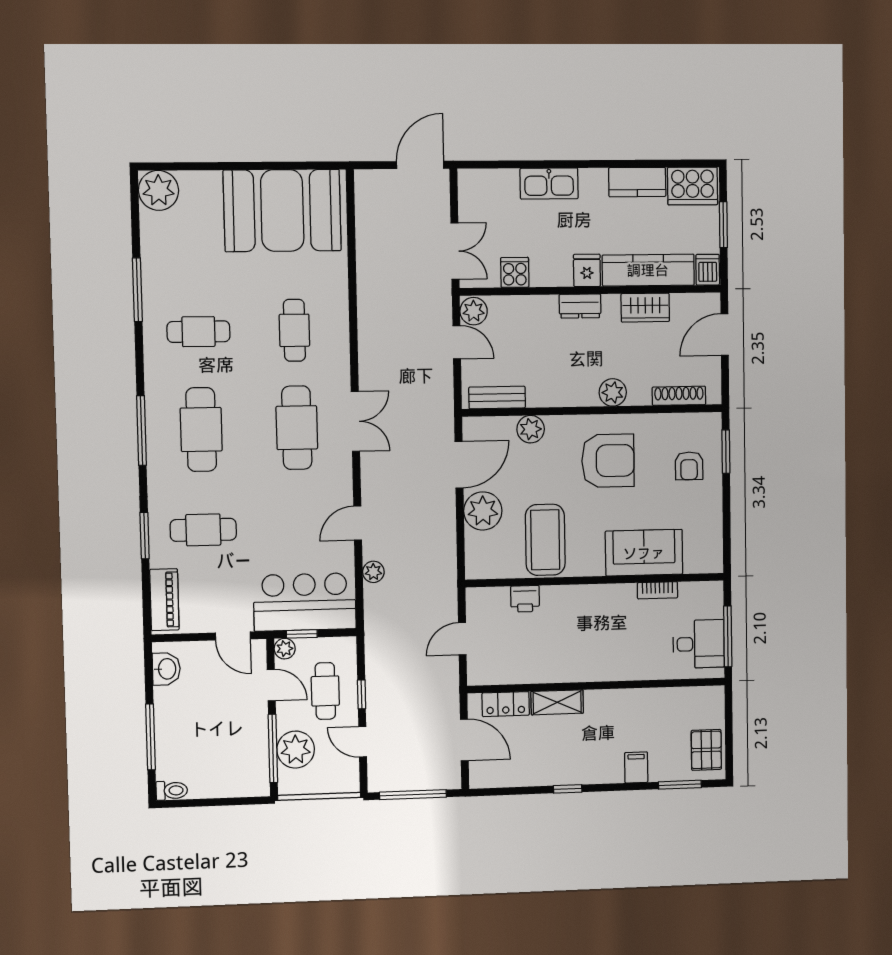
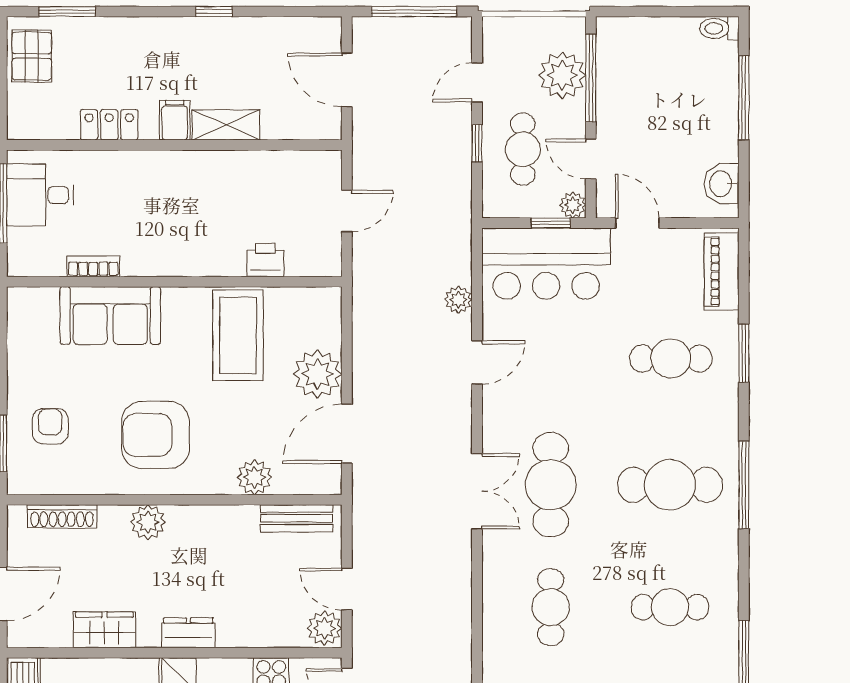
double door: (355, 421) -> (477, 491), swing flipped
cafe table: (201, 429) -> (670, 485), turned 90
locker: (506, 704) -> (109, 125), moved
door: (363, 742) -> (477, 82), swing flipped
filing cabinet: (636, 767) -> (175, 120), moved, turned 180

